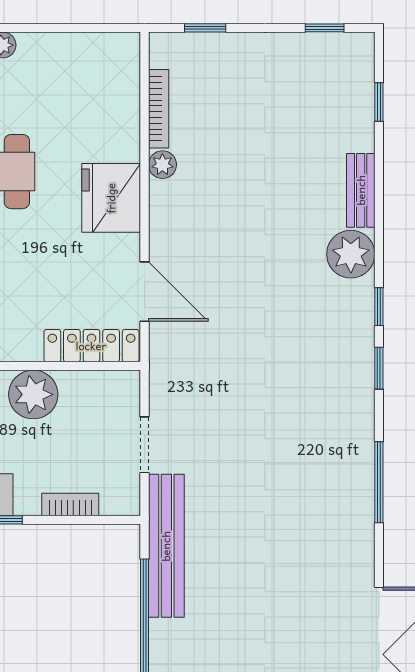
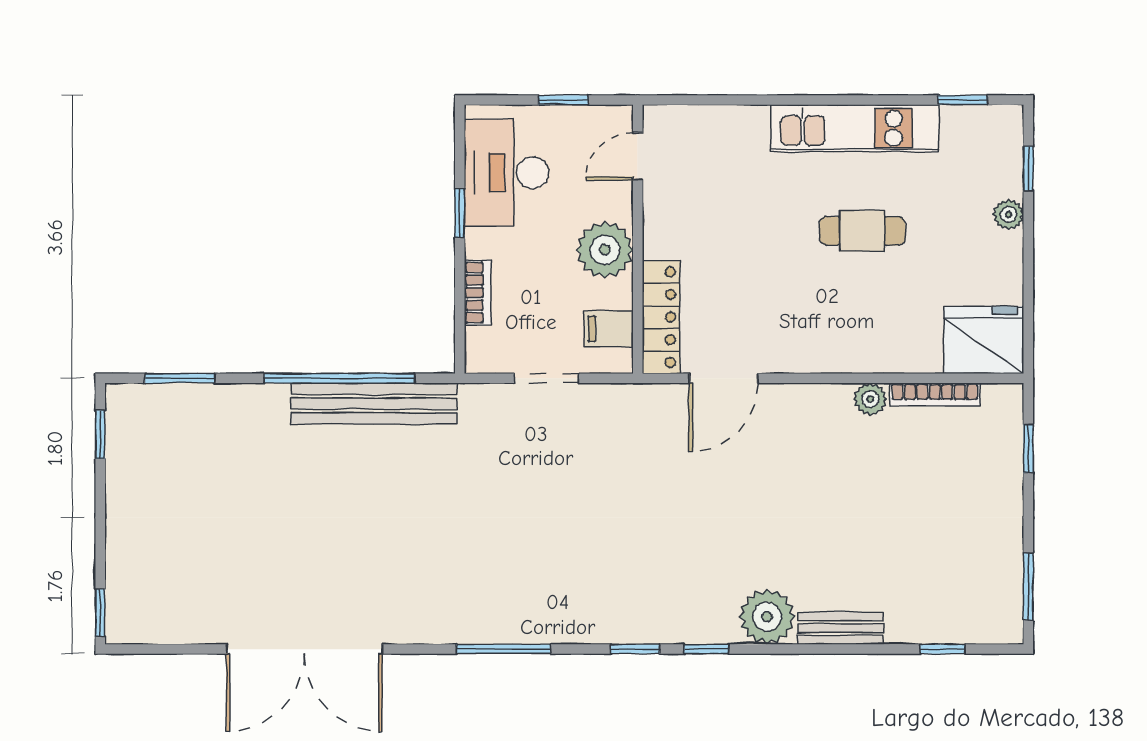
window: (325, 28) -> (1028, 586), width x1.50
fridge: (111, 198) -> (984, 340), moved
filing cabinet: (102, 391) -> (609, 329), added
bench: (166, 546) -> (374, 404), moved

